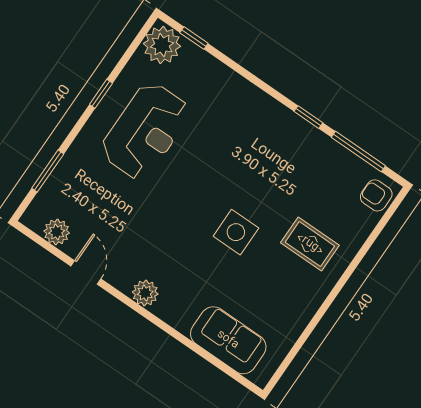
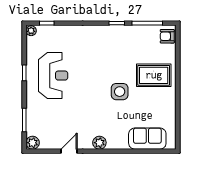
plant: (162, 45) -> (31, 31), width x0.53, depth x0.53
plant: (57, 232) -> (33, 143), moved
rug: (310, 244) -> (154, 75), width x1.36, depth x1.43
door: (86, 272) -> (69, 151), hinge flipped

